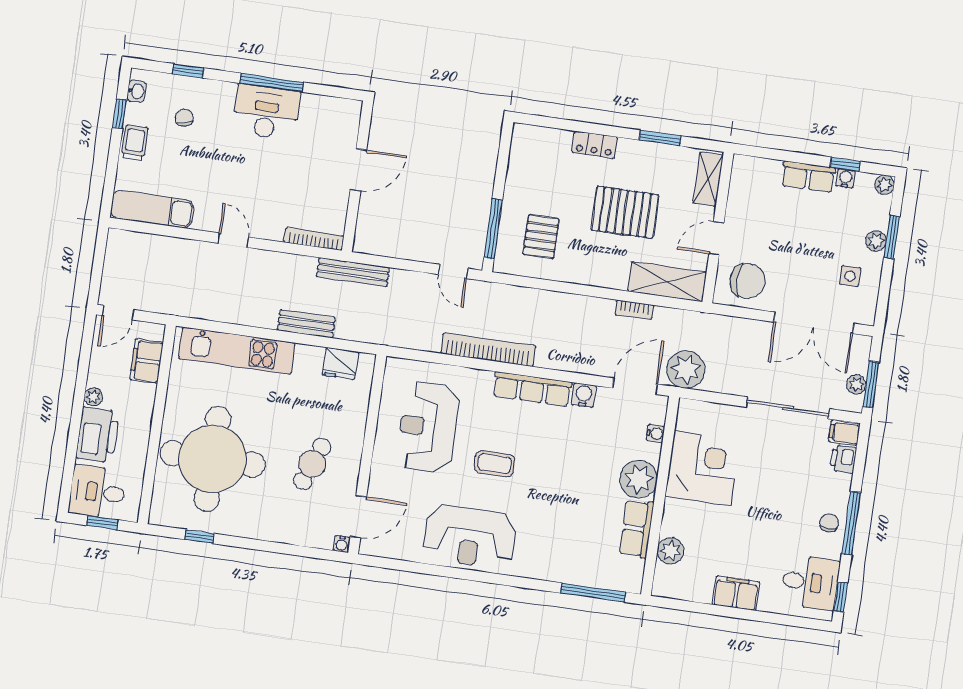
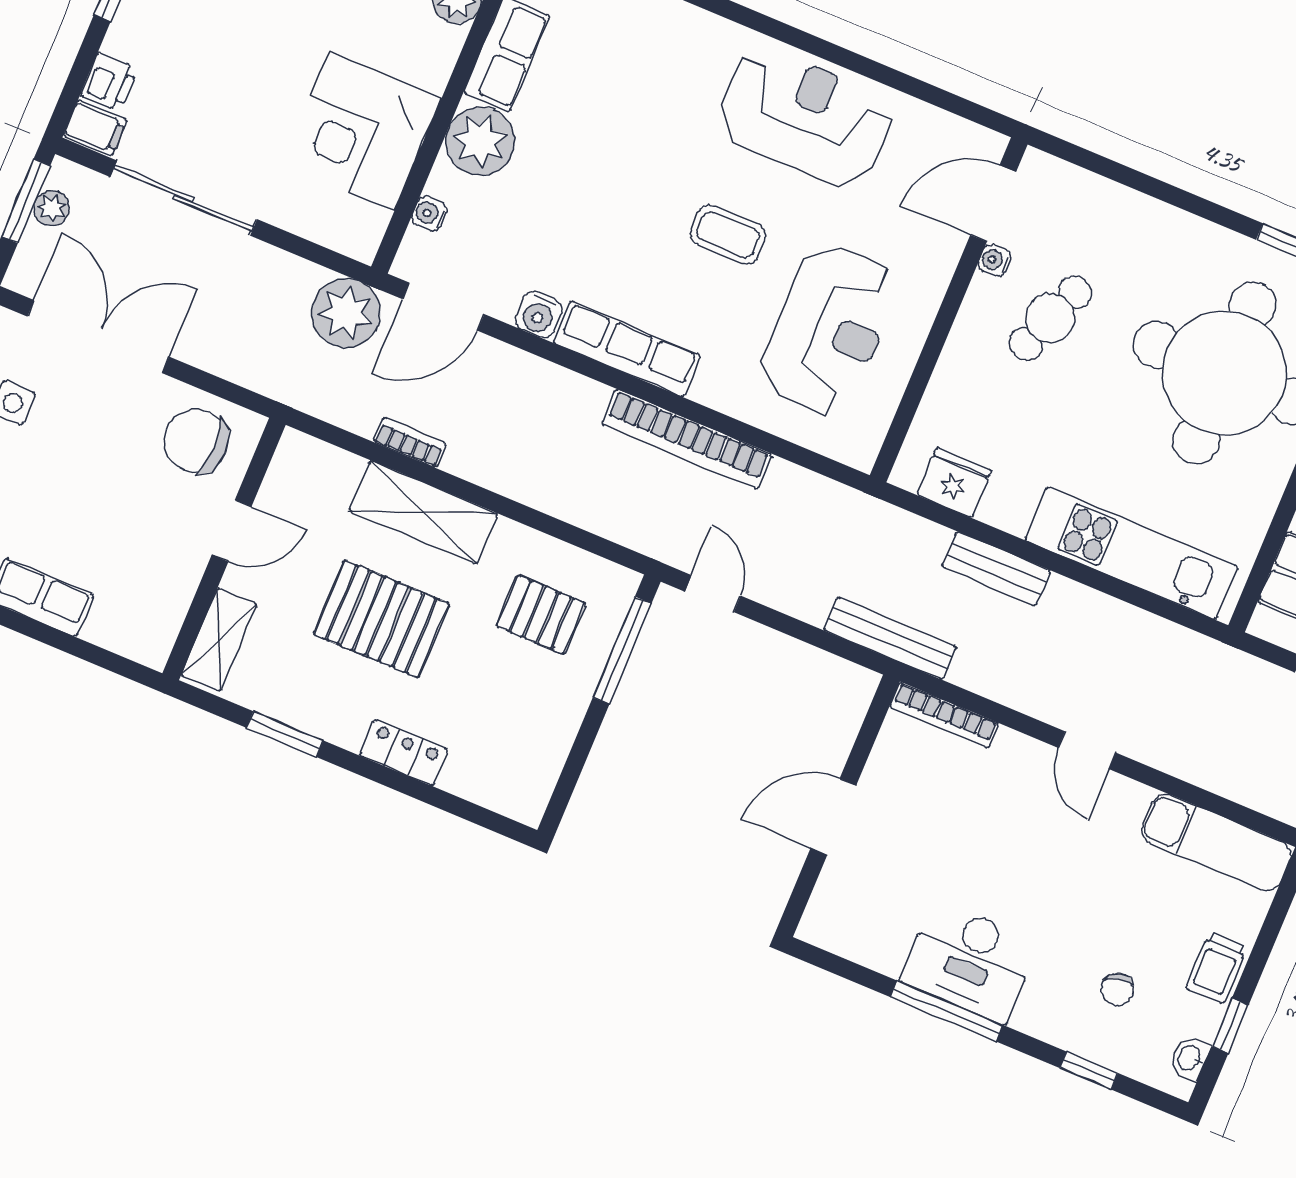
pallet: (541, 237) -> (541, 615), turned 90
shelving: (667, 282) -> (424, 512), moved
water cooler: (342, 544) -> (994, 260), moved, turned -90

